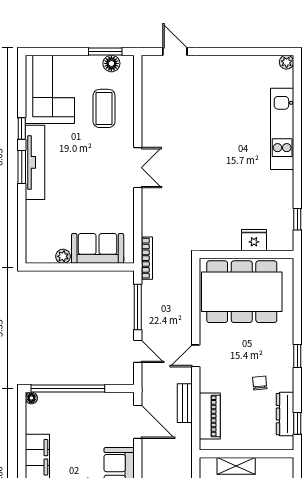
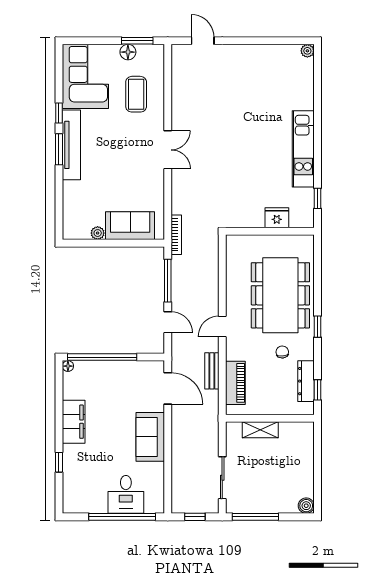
floor lamp: (111, 63) -> (128, 52), moved
kitchen unit: (282, 129) -> (303, 149), moved
dining table: (242, 292) -> (280, 295), moved, turned 90

